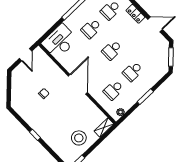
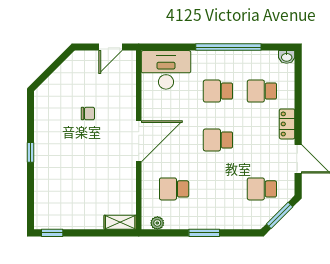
school desk: (133, 71) -> (262, 189), moved
stool: (79, 138) -> (79, 206), removed

